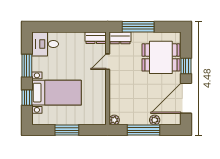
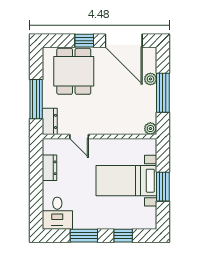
dresser: (96, 38) -> (50, 168), moved
bed with nightstands: (57, 93) -> (126, 181), moved, turned -90

